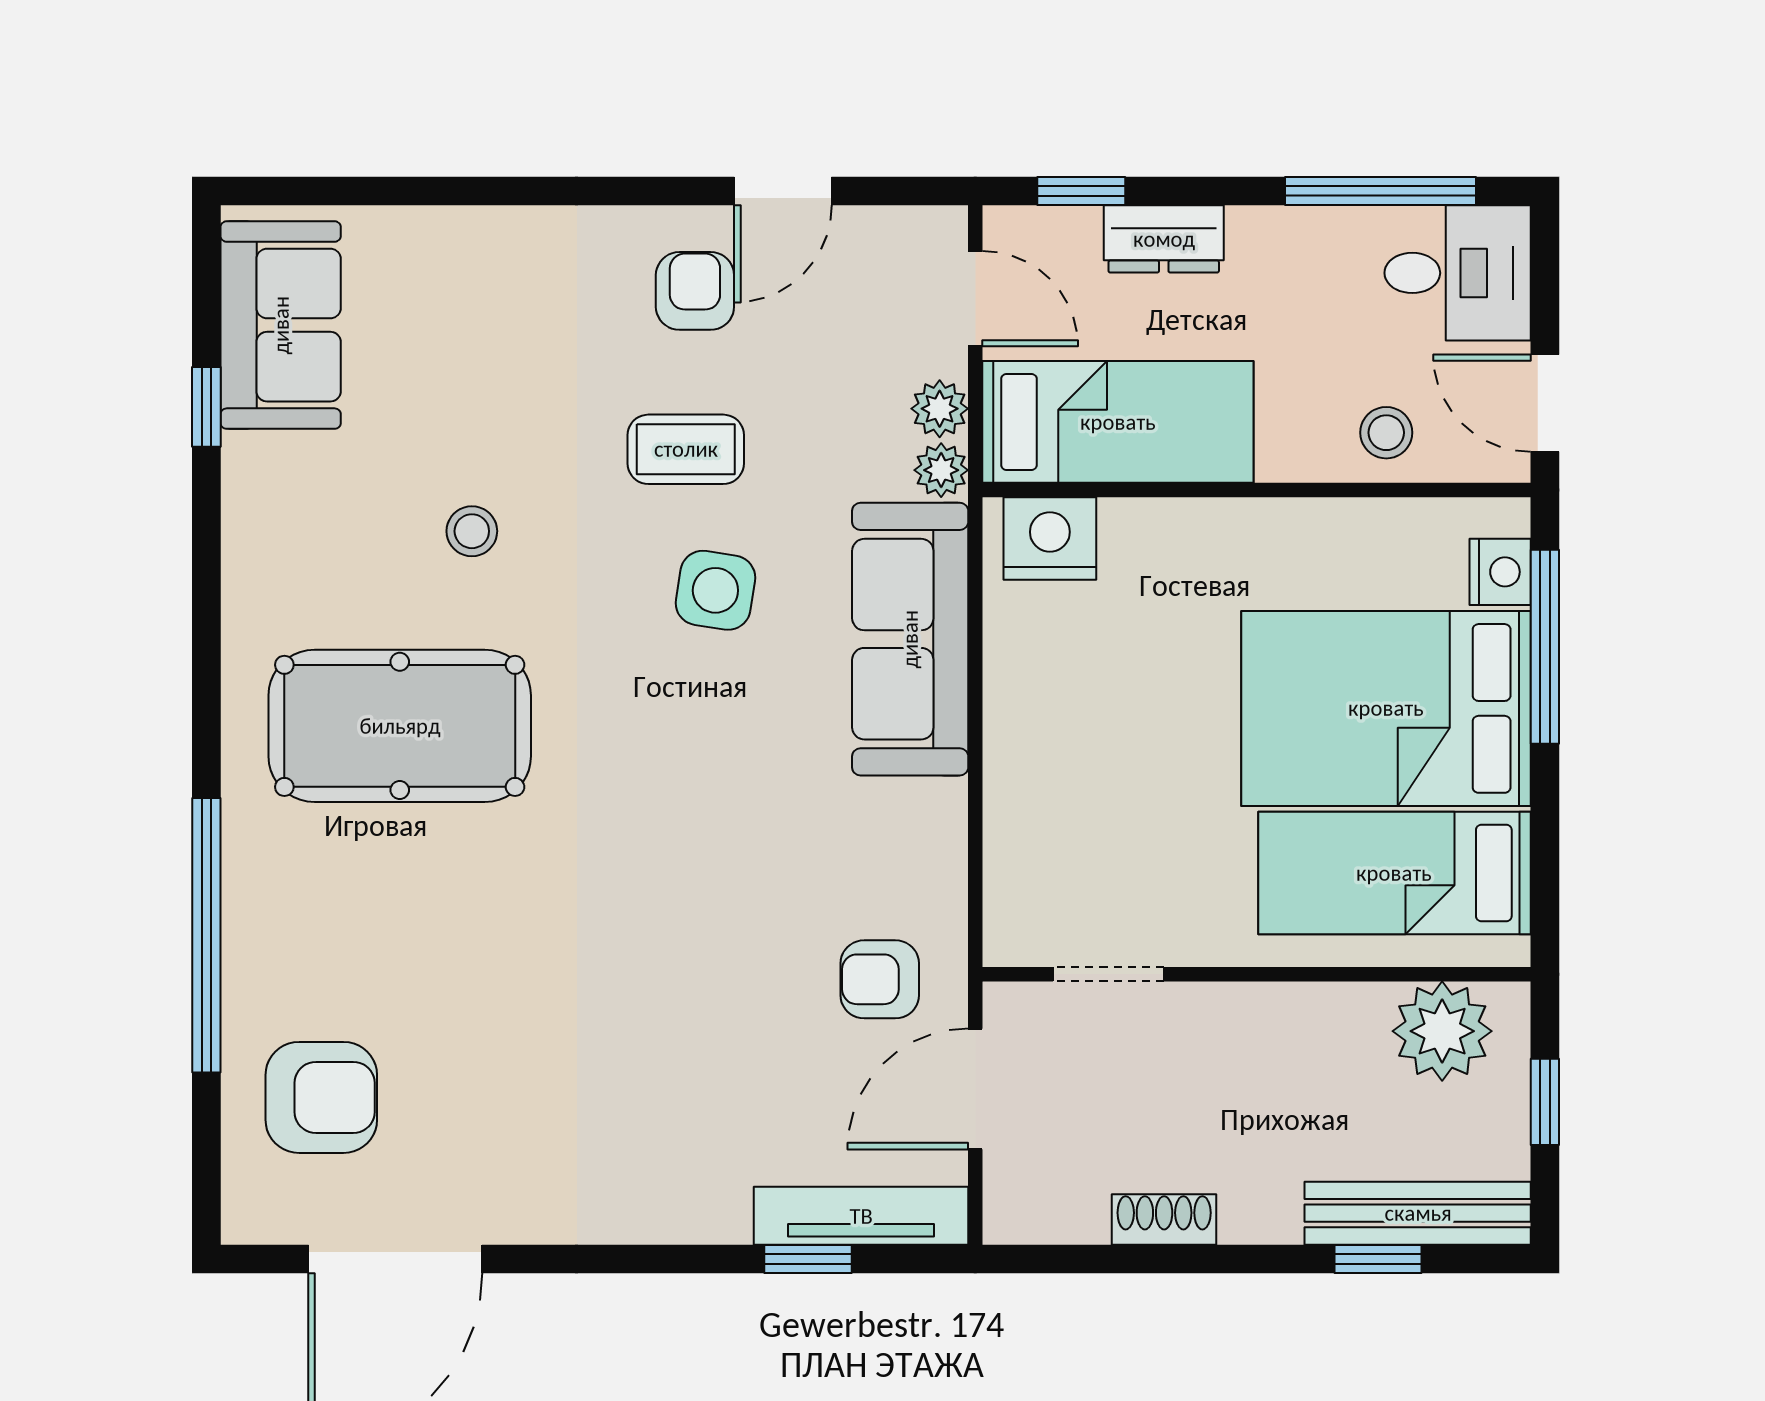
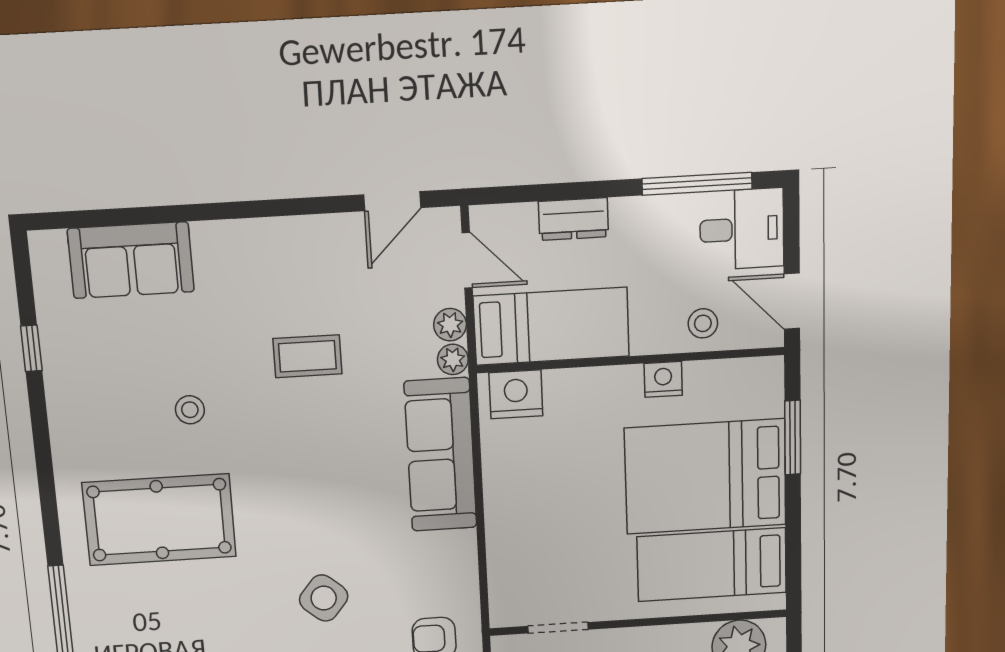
door: (783, 191) -> (392, 201), moved
window: (1081, 191) -> (525, 194), removed
armchair: (695, 291) -> (306, 265), removed
sofa: (281, 325) -> (131, 260), moved, turned 90
nightstand: (1500, 572) -> (663, 379), moved, turned -90
side table: (715, 590) -> (324, 598), moved, turned 31
window: (1545, 647) -> (793, 438), width x0.69

